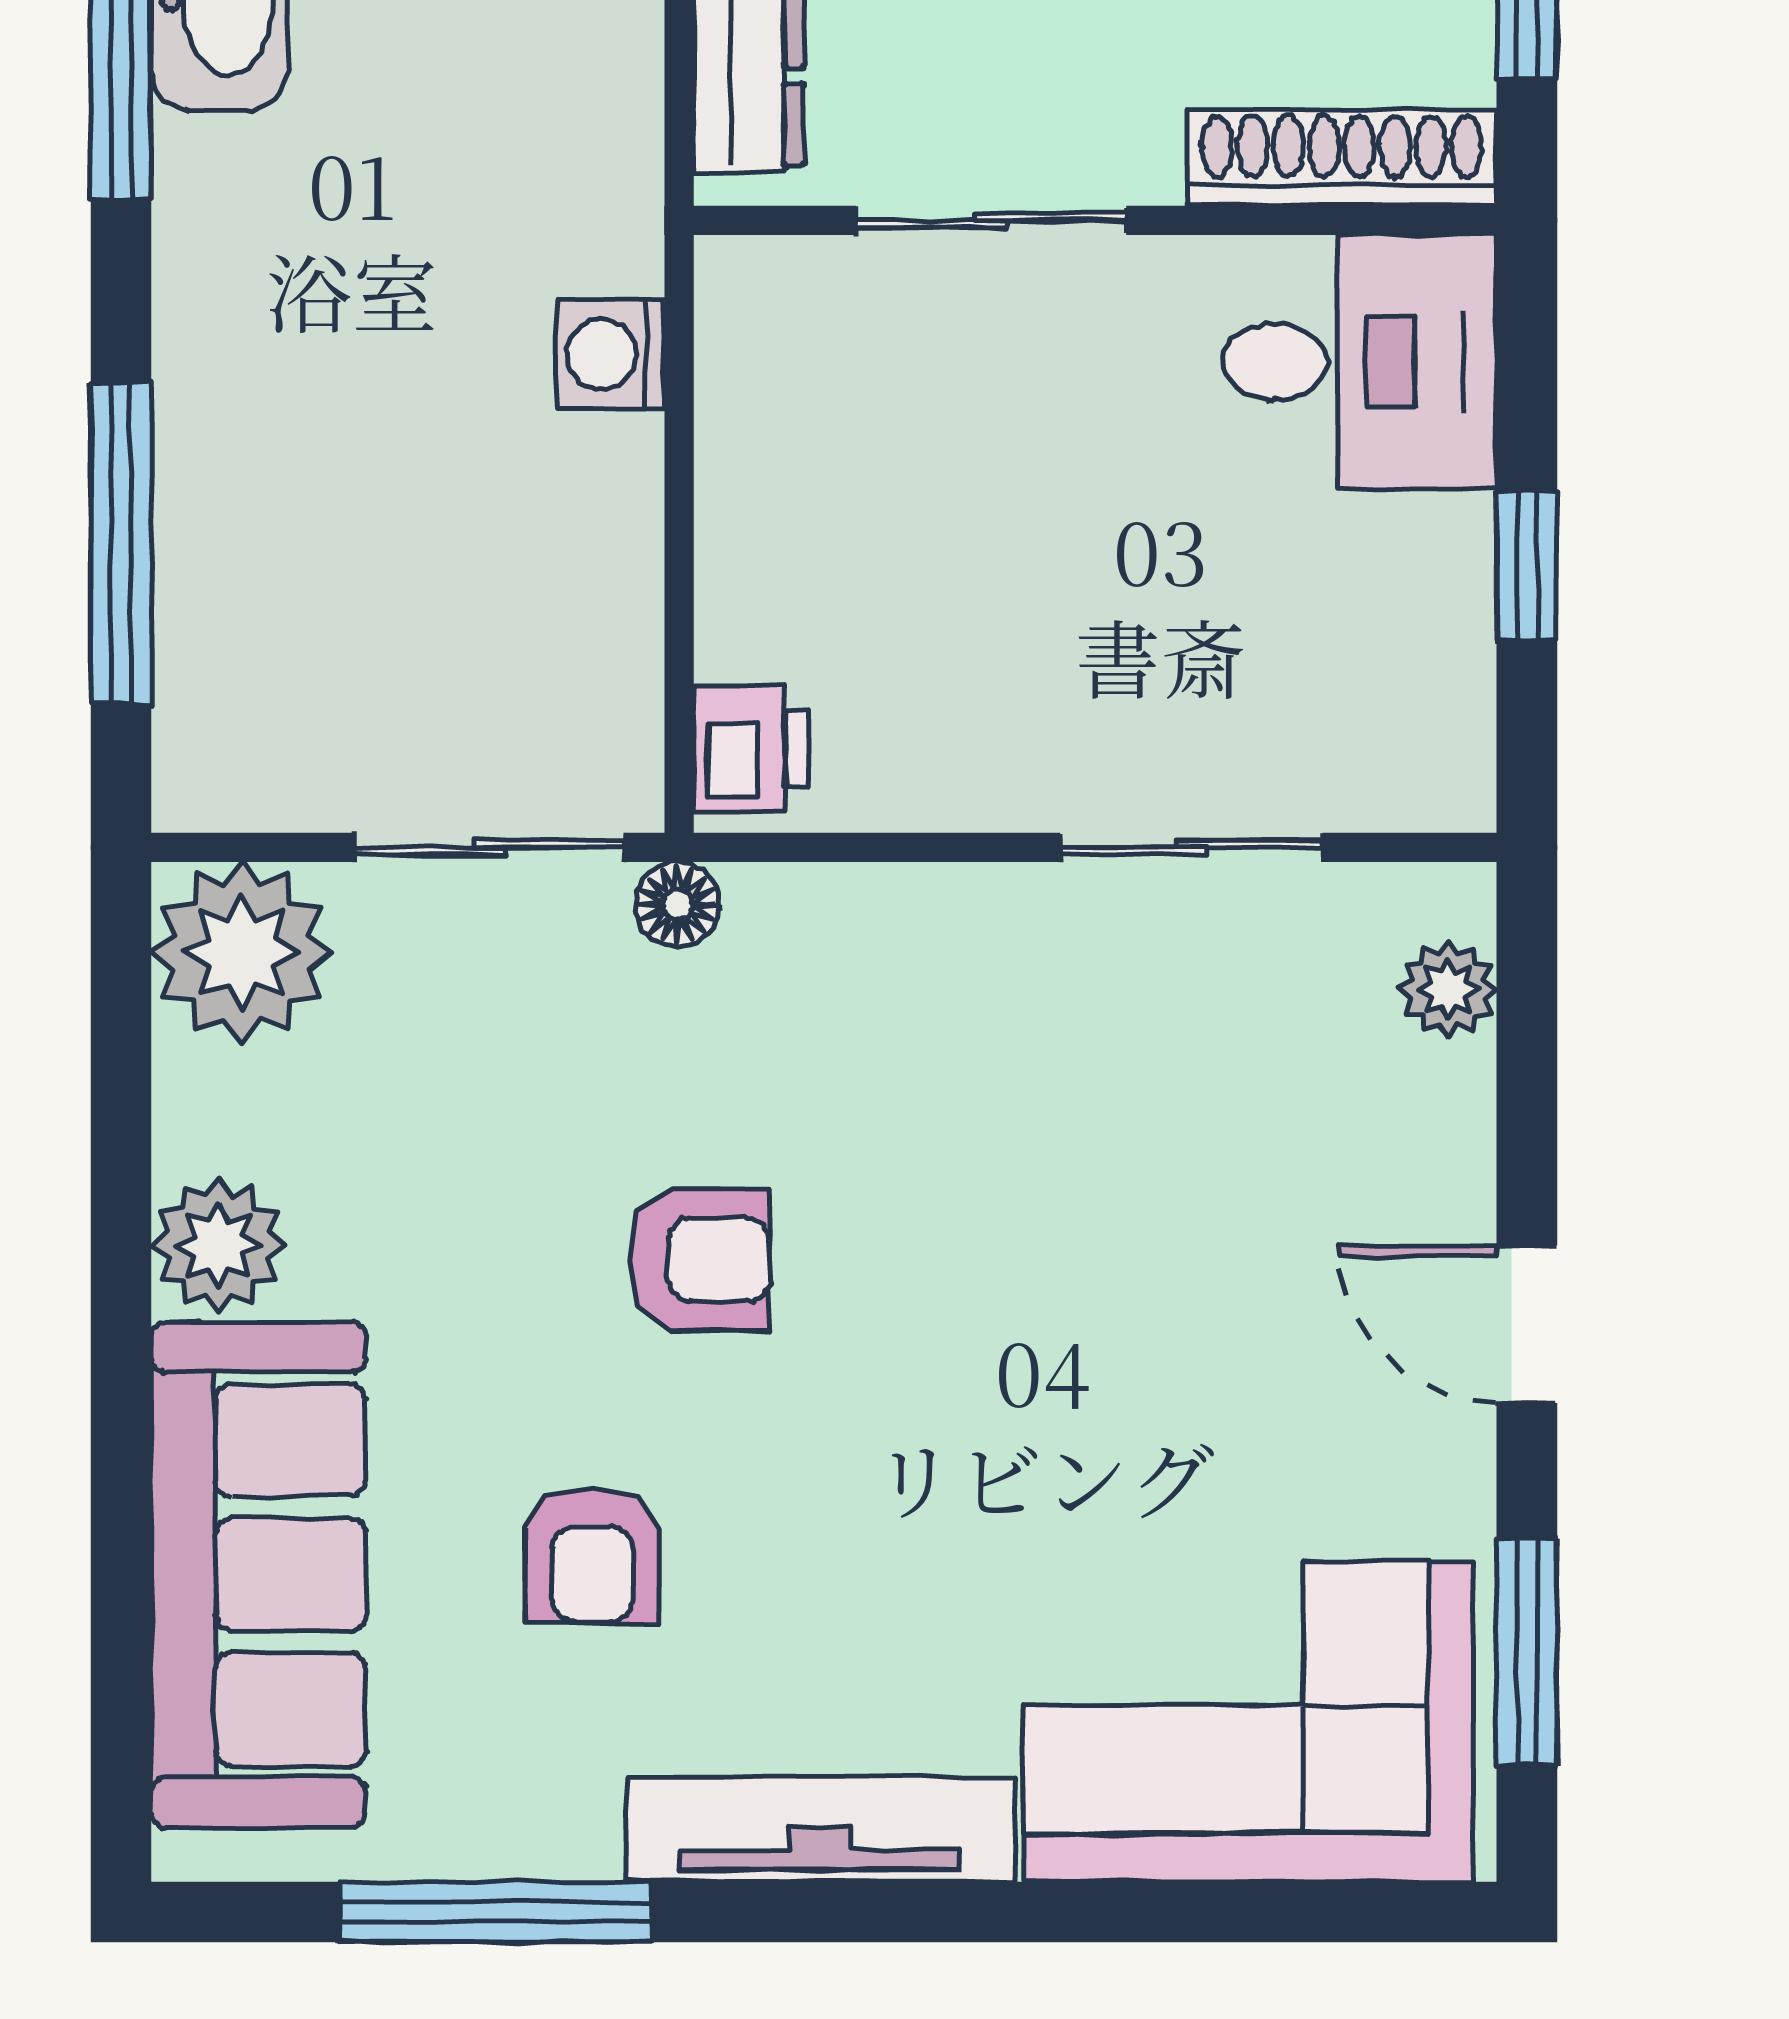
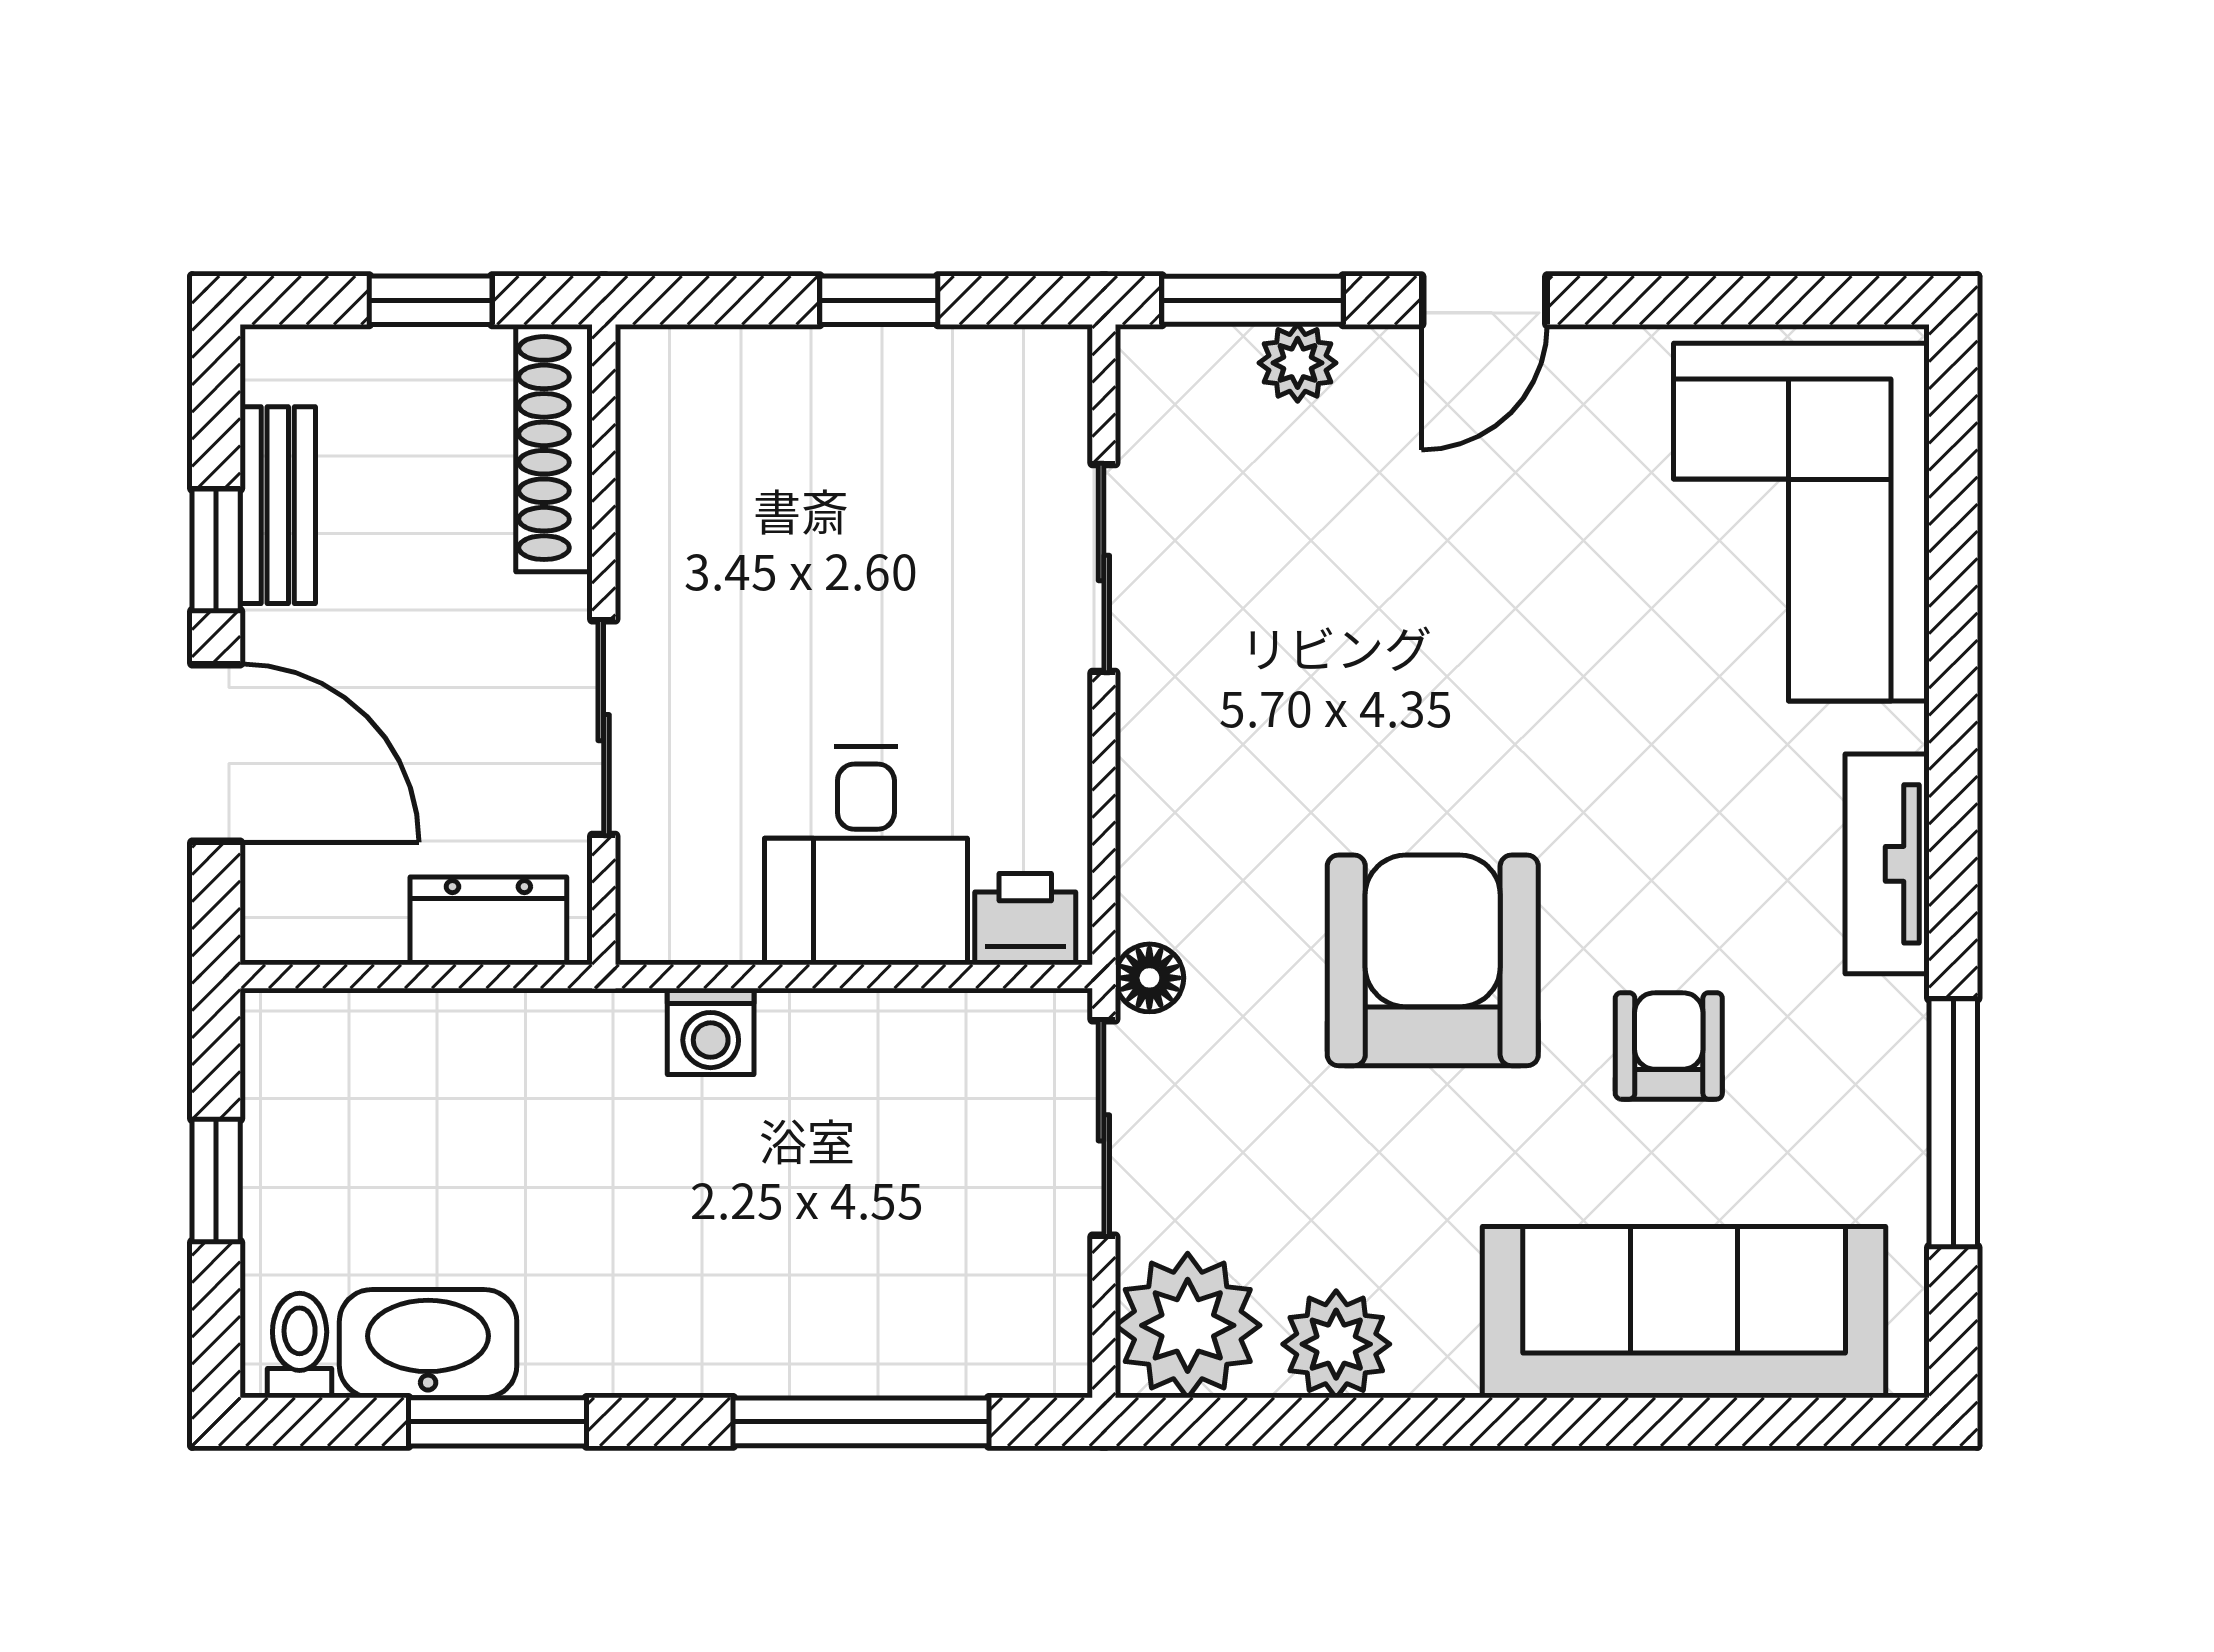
desk: (1360, 362) -> (866, 856), moved, turned 180
plant: (1448, 989) -> (1298, 363), moved
plant: (218, 1245) -> (1336, 1344), moved
armchair: (699, 1260) -> (1433, 960), width x1.88, depth x1.88
armchair: (592, 1556) -> (1669, 1046), turned -90
window: (1527, 1652) -> (1252, 300), moved
tv unit: (820, 1829) -> (1887, 864), width x0.71

